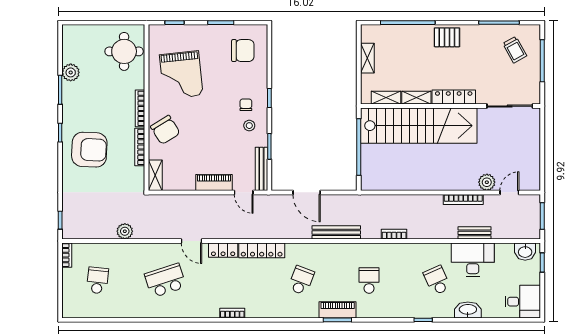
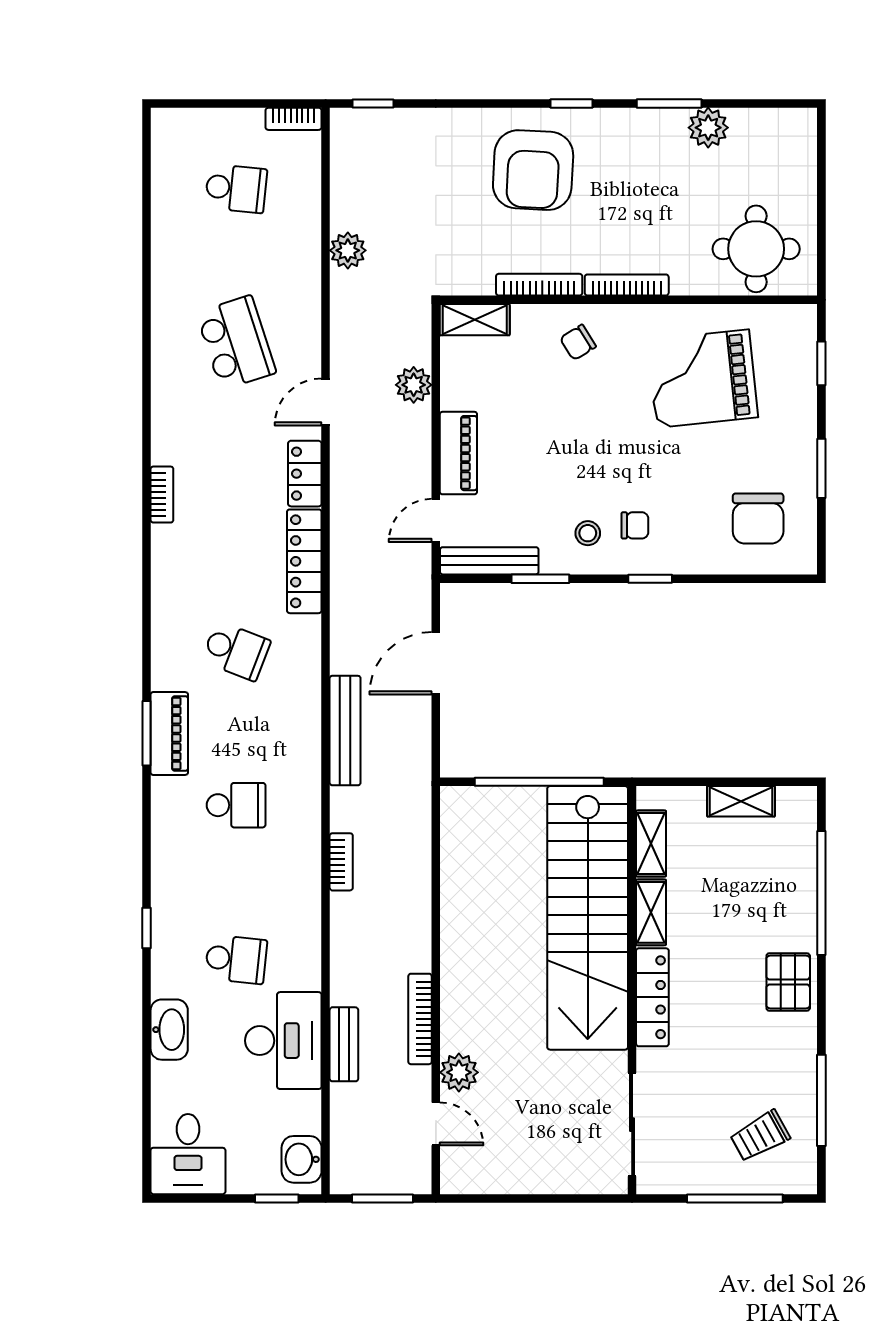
chair: (165, 130) -> (578, 342), width x0.54, depth x0.54
plant: (184, 202) -> (414, 385), added
school desk: (437, 280) -> (236, 959), turned 30

